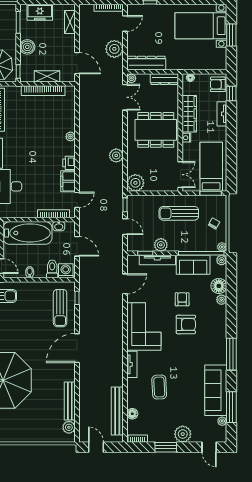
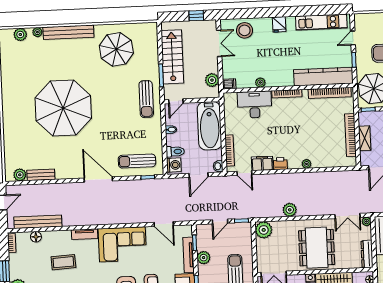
washbasin: (59, 226) -> (218, 166), moved
bench: (70, 401) -> (41, 175), width x0.73

